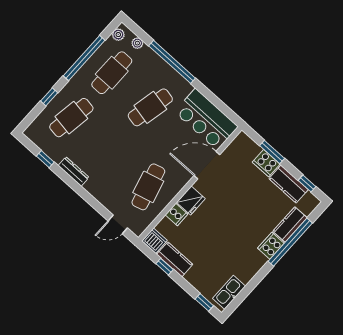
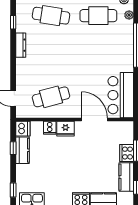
cafe table: (150, 107) -> (98, 56), removed

